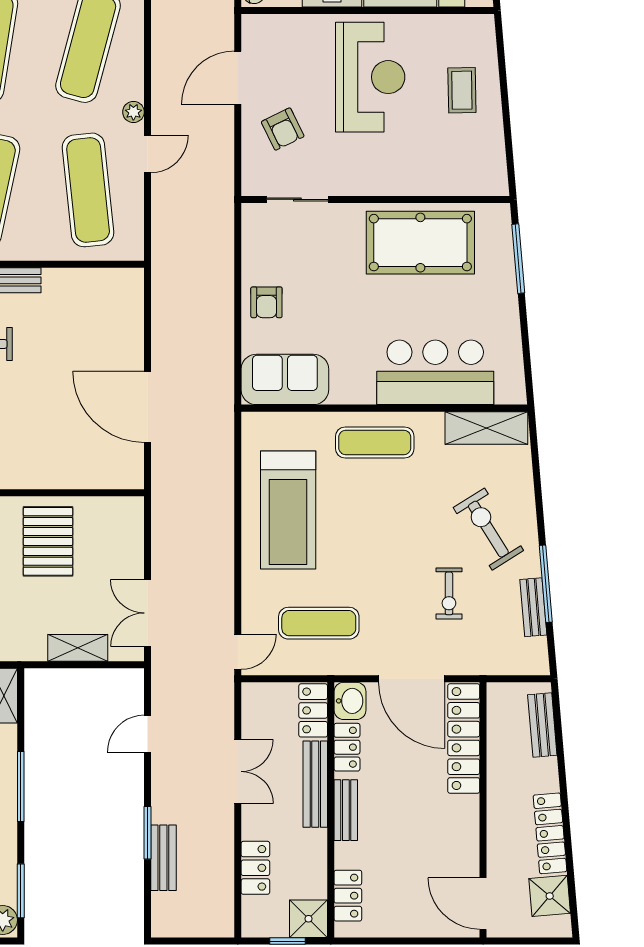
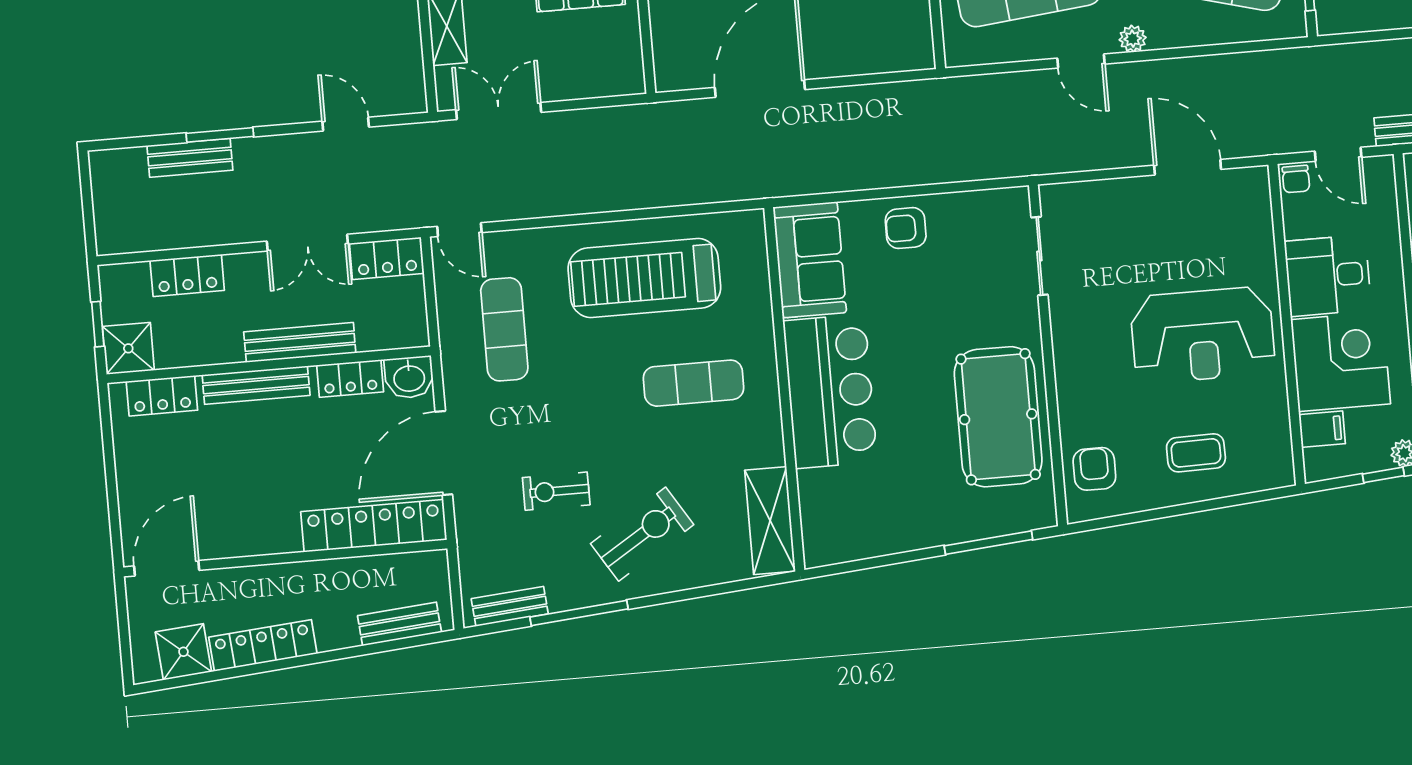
armchair: (283, 129) -> (1094, 469), moved, turned 116
bar counter: (435, 372) -> (830, 391), moved
exercise mat: (375, 442) -> (694, 383), moved, turned 90
bench: (533, 607) -> (510, 606), moved
locker: (313, 710) -> (387, 258), moved, turned 180
bench: (346, 810) -> (256, 385), width x1.36

